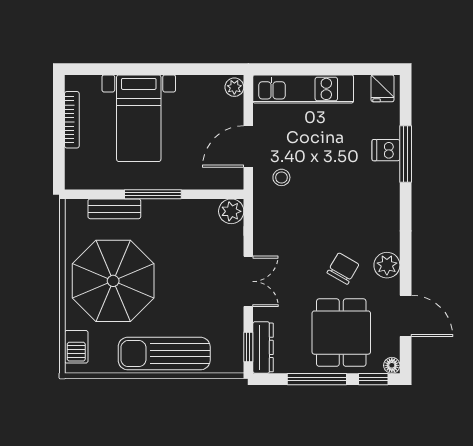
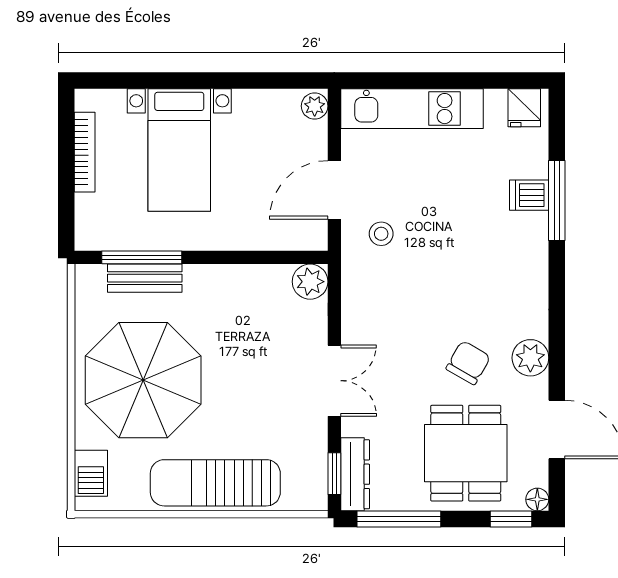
window: (153, 194) -> (142, 257), moved
window: (317, 379) -> (399, 519), moved

